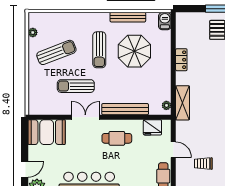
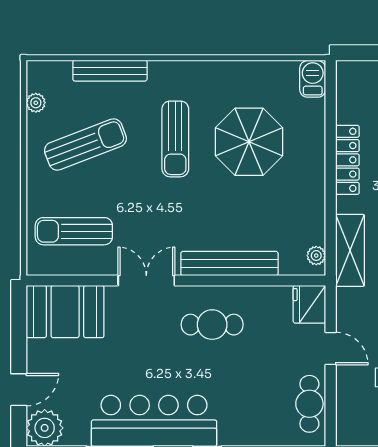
bench: (128, 17) -> (110, 71), moved
locker: (181, 60) -> (347, 160), width x1.53
sun lounger: (76, 86) -> (74, 231), moved
fridge: (152, 127) -> (309, 304), moved, turned 90

